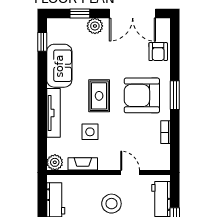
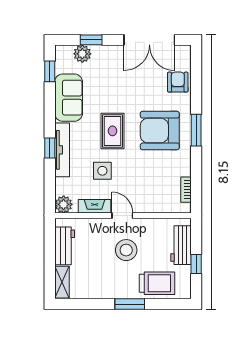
plant: (95, 26) -> (82, 54), moved
armchair: (158, 52) -> (178, 82), turned 180
window: (42, 111) -> (50, 148), added
bookcase: (166, 132) -> (186, 190), moved
door: (130, 173) -> (122, 216), moved

